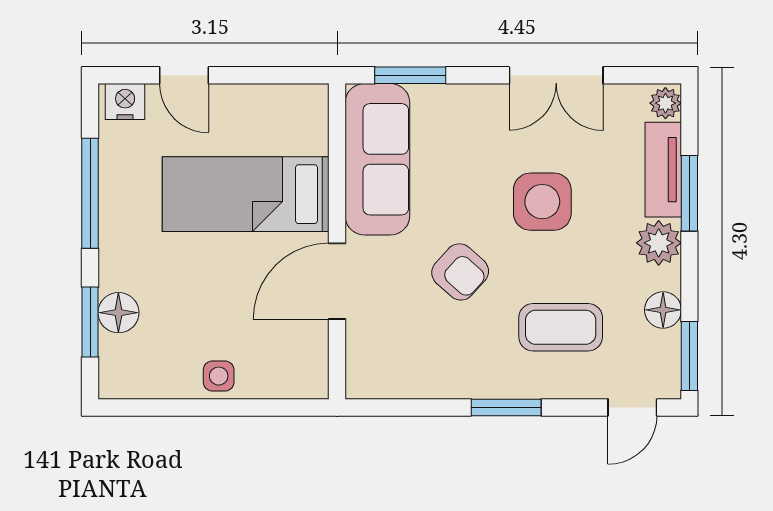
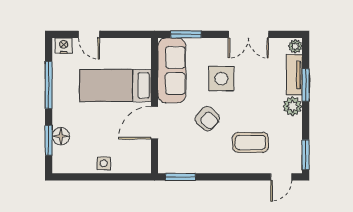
side table: (542, 202) -> (221, 79), moved
floor lamp: (663, 310) -> (294, 135), removed
window: (506, 407) -> (180, 177), moved

